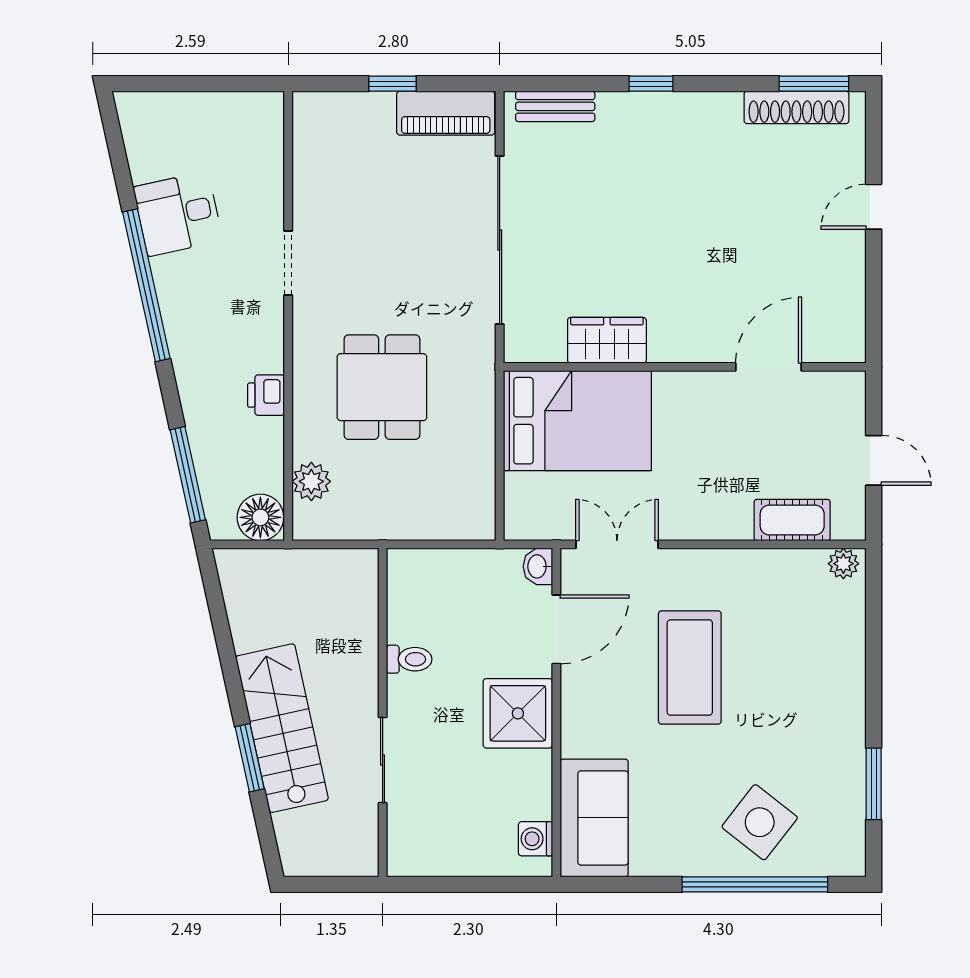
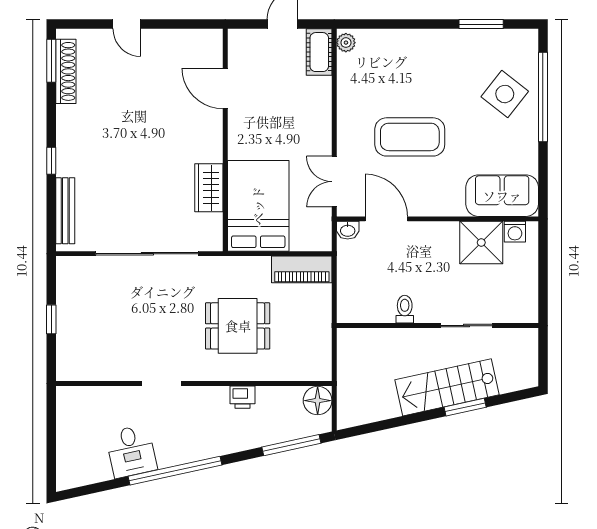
bench: (555, 106) -> (65, 211), width x1.36
piano: (446, 113) -> (302, 269), moved, turned 90
plant: (311, 481) -> (296, 369), removed
cot: (792, 520) -> (319, 52), moved
shower: (518, 713) -> (481, 243), moved

